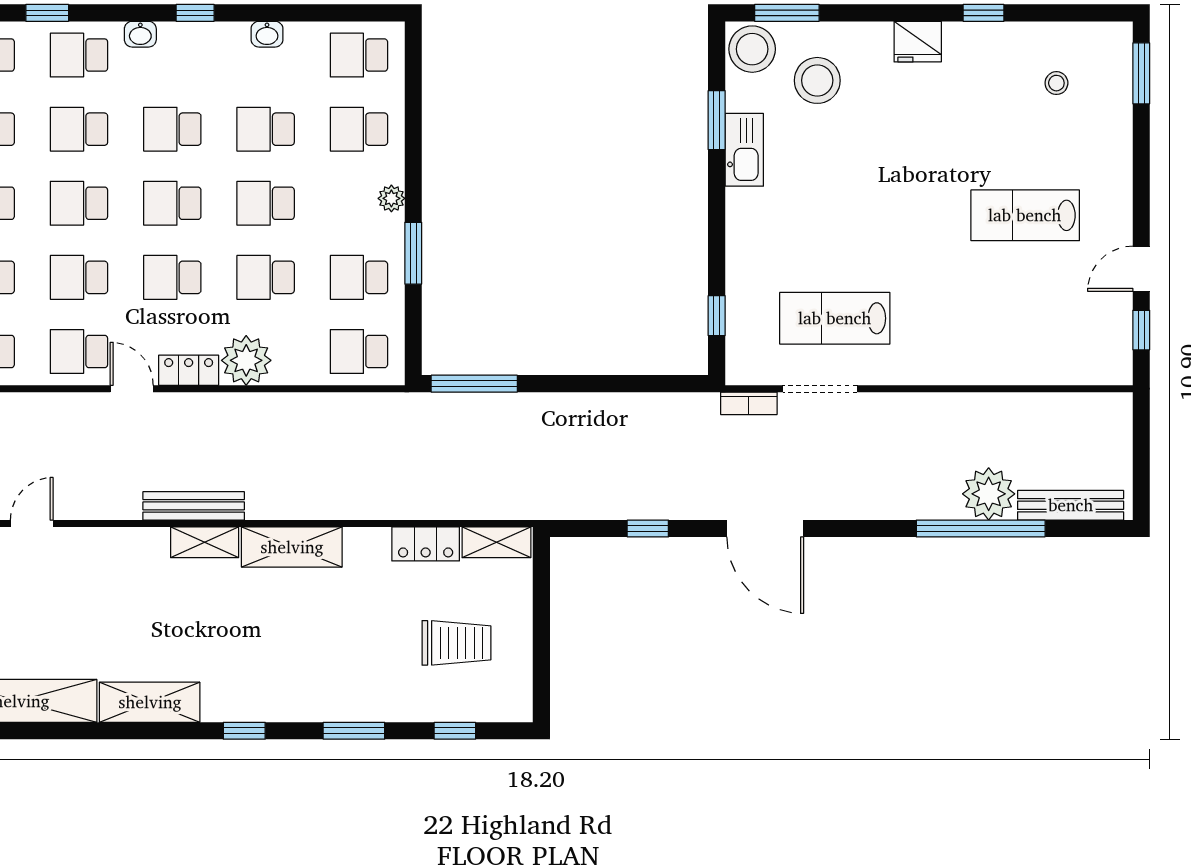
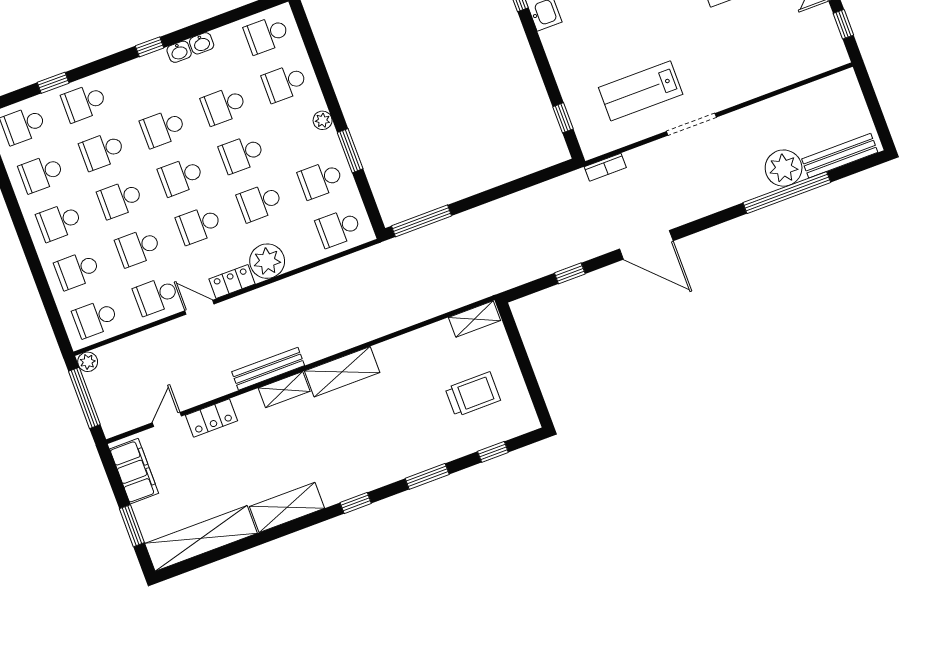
washbasin: (140, 34) -> (179, 52), moved
doorway: (820, 389) -> (691, 124), moved
locker: (426, 544) -> (211, 418), moved

